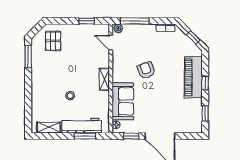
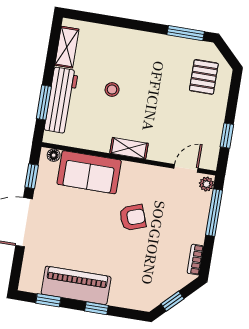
pallet: (53, 41) -> (204, 77), turned 90
piano: (193, 77) -> (76, 285), moved

